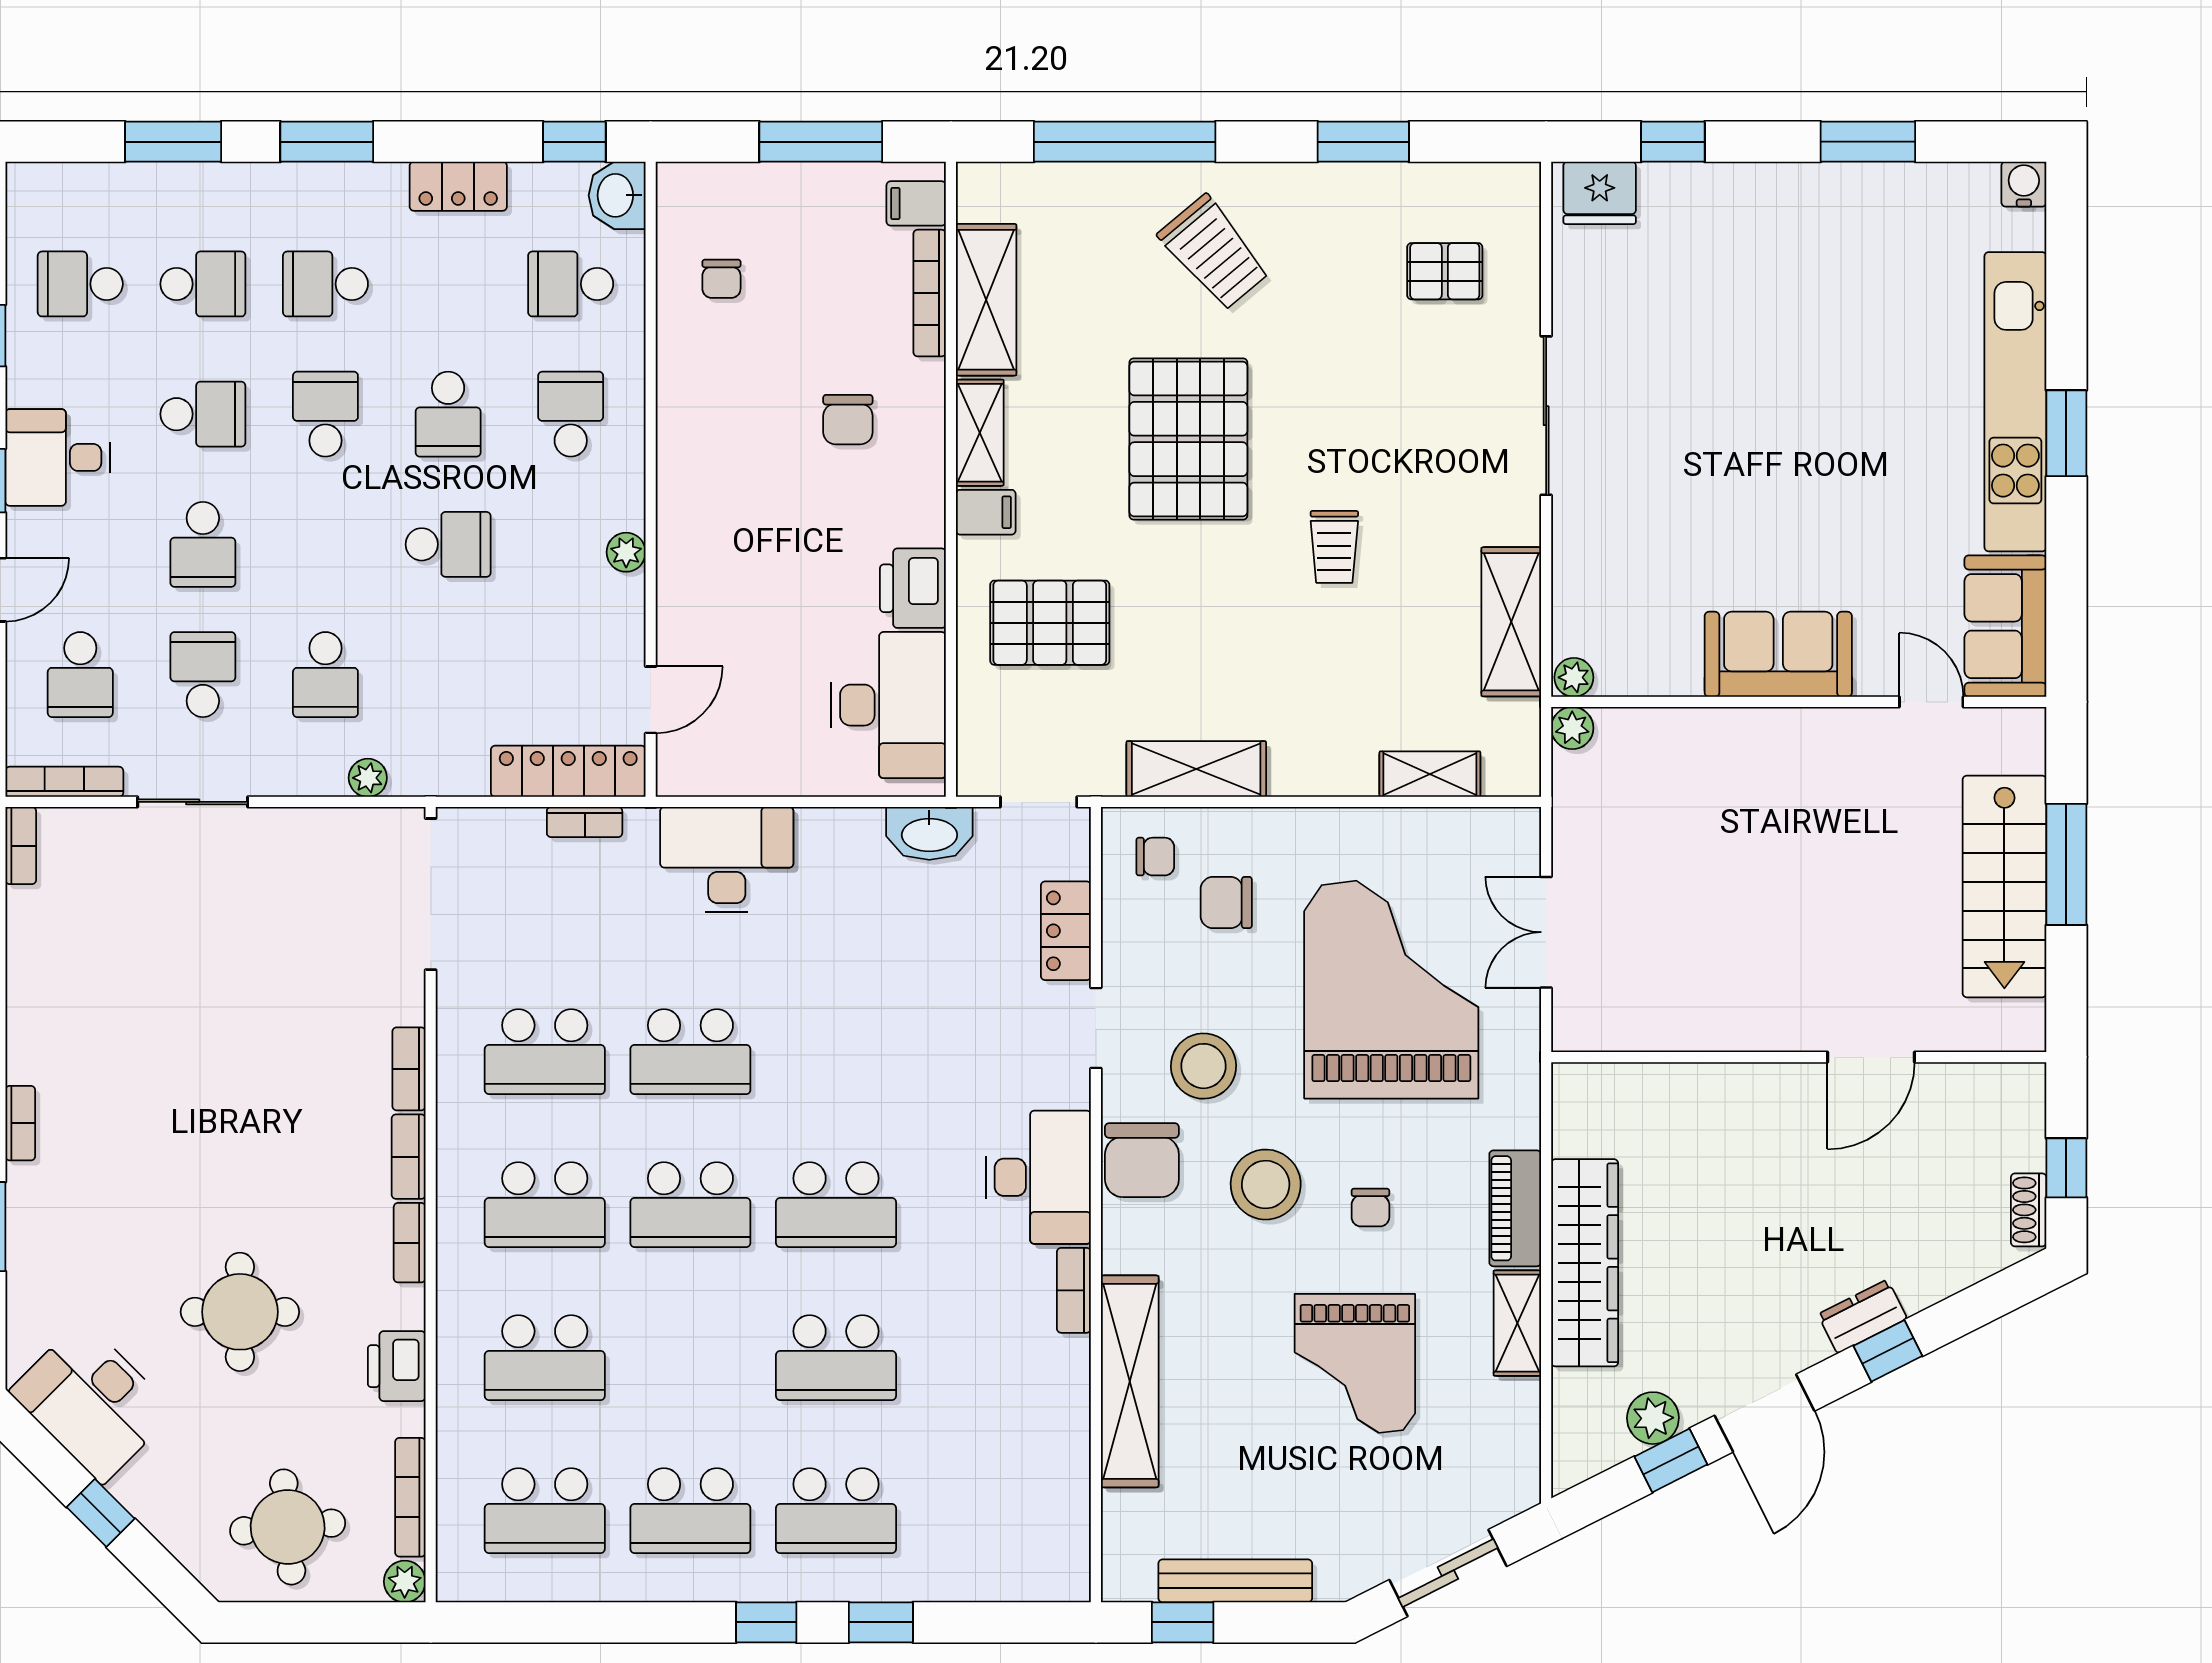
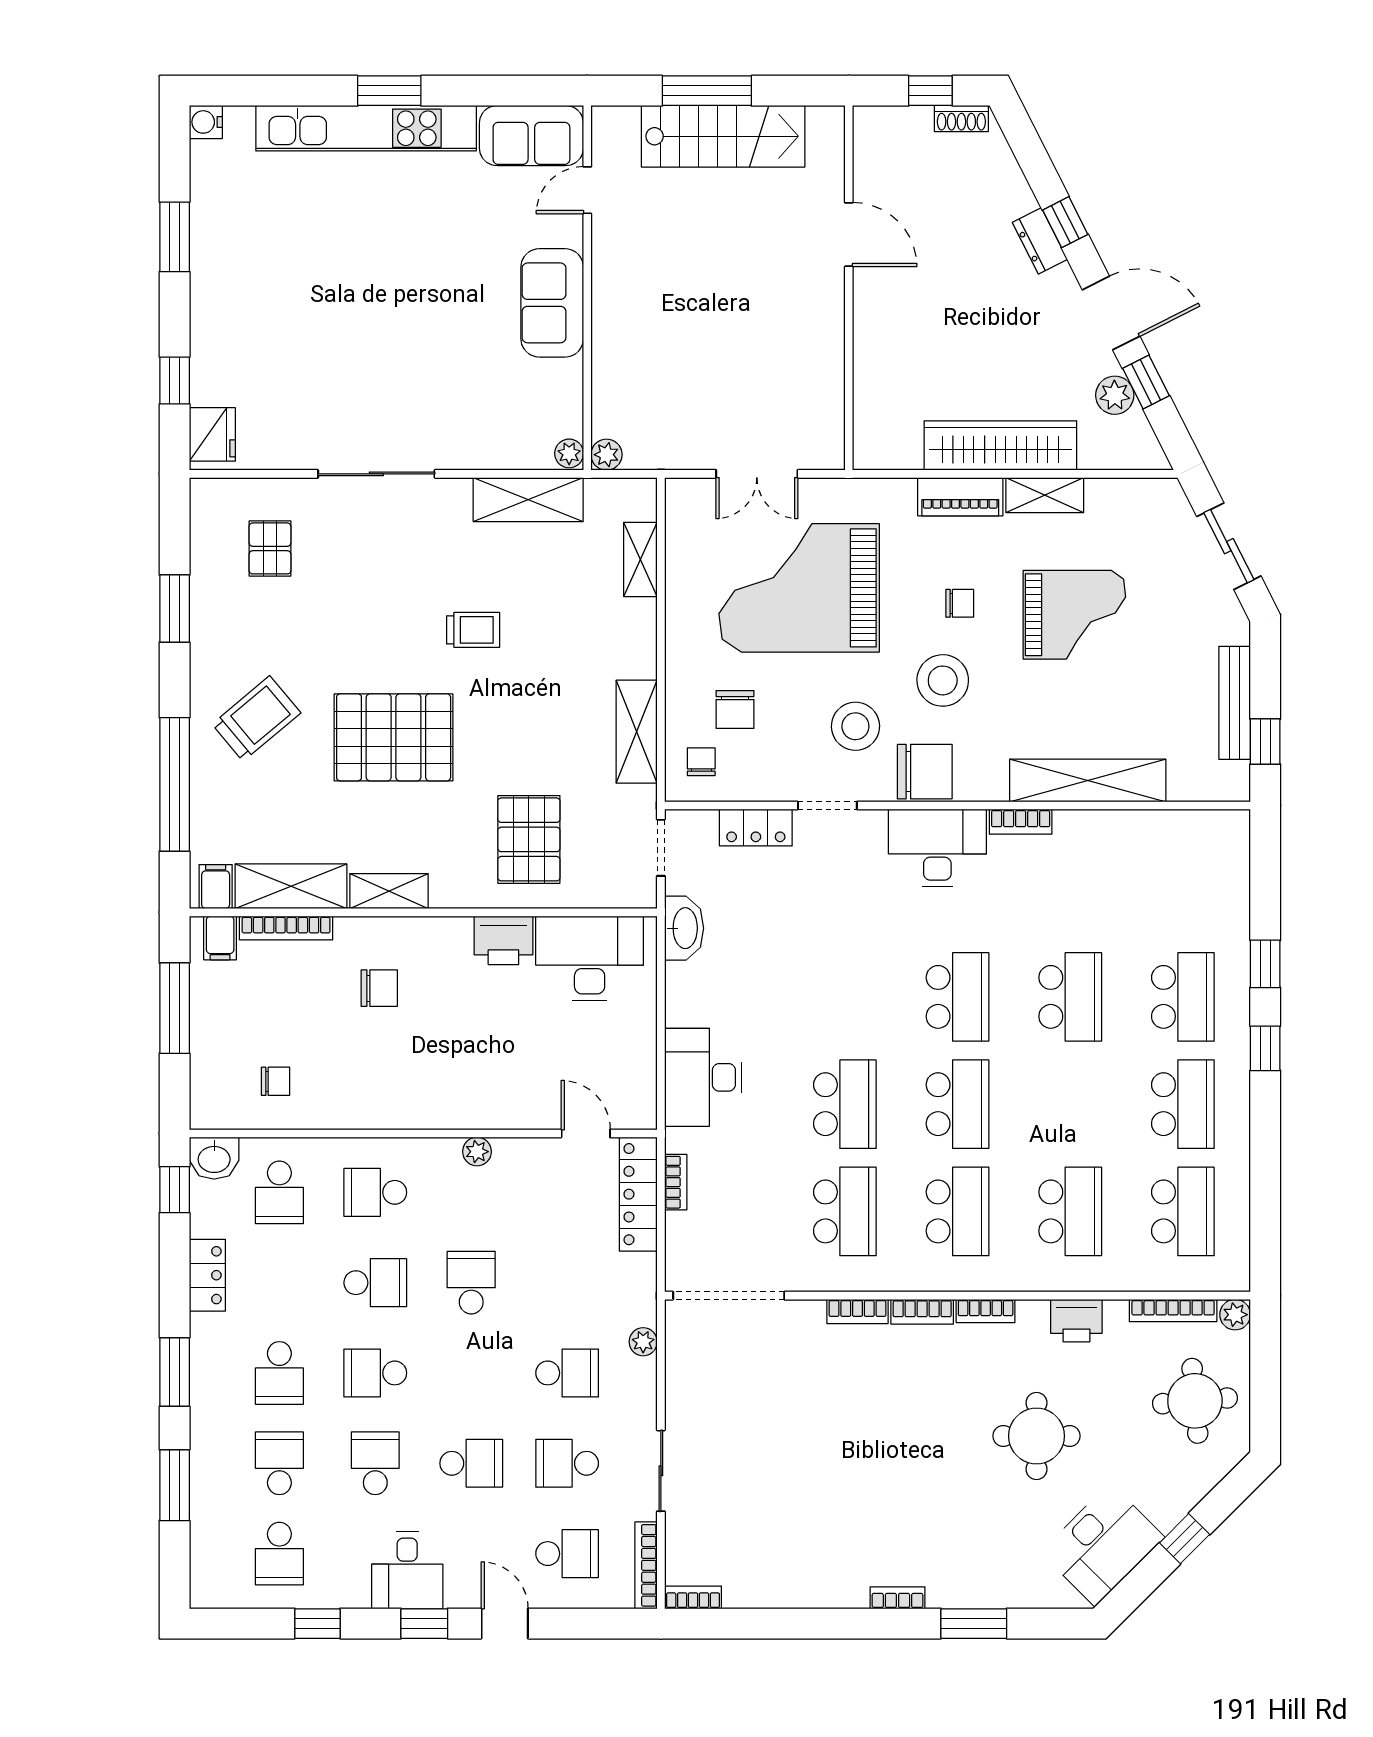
filing cabinet: (986, 512) -> (216, 887), moved

